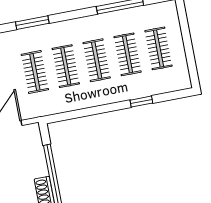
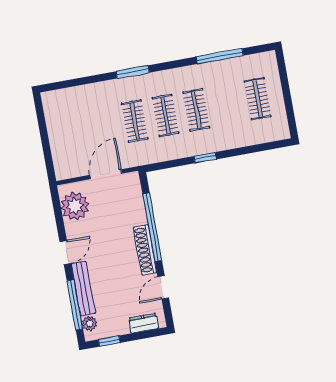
clothes rail: (128, 54) -> (227, 104), removed
window: (141, 102) -> (205, 158), moved

